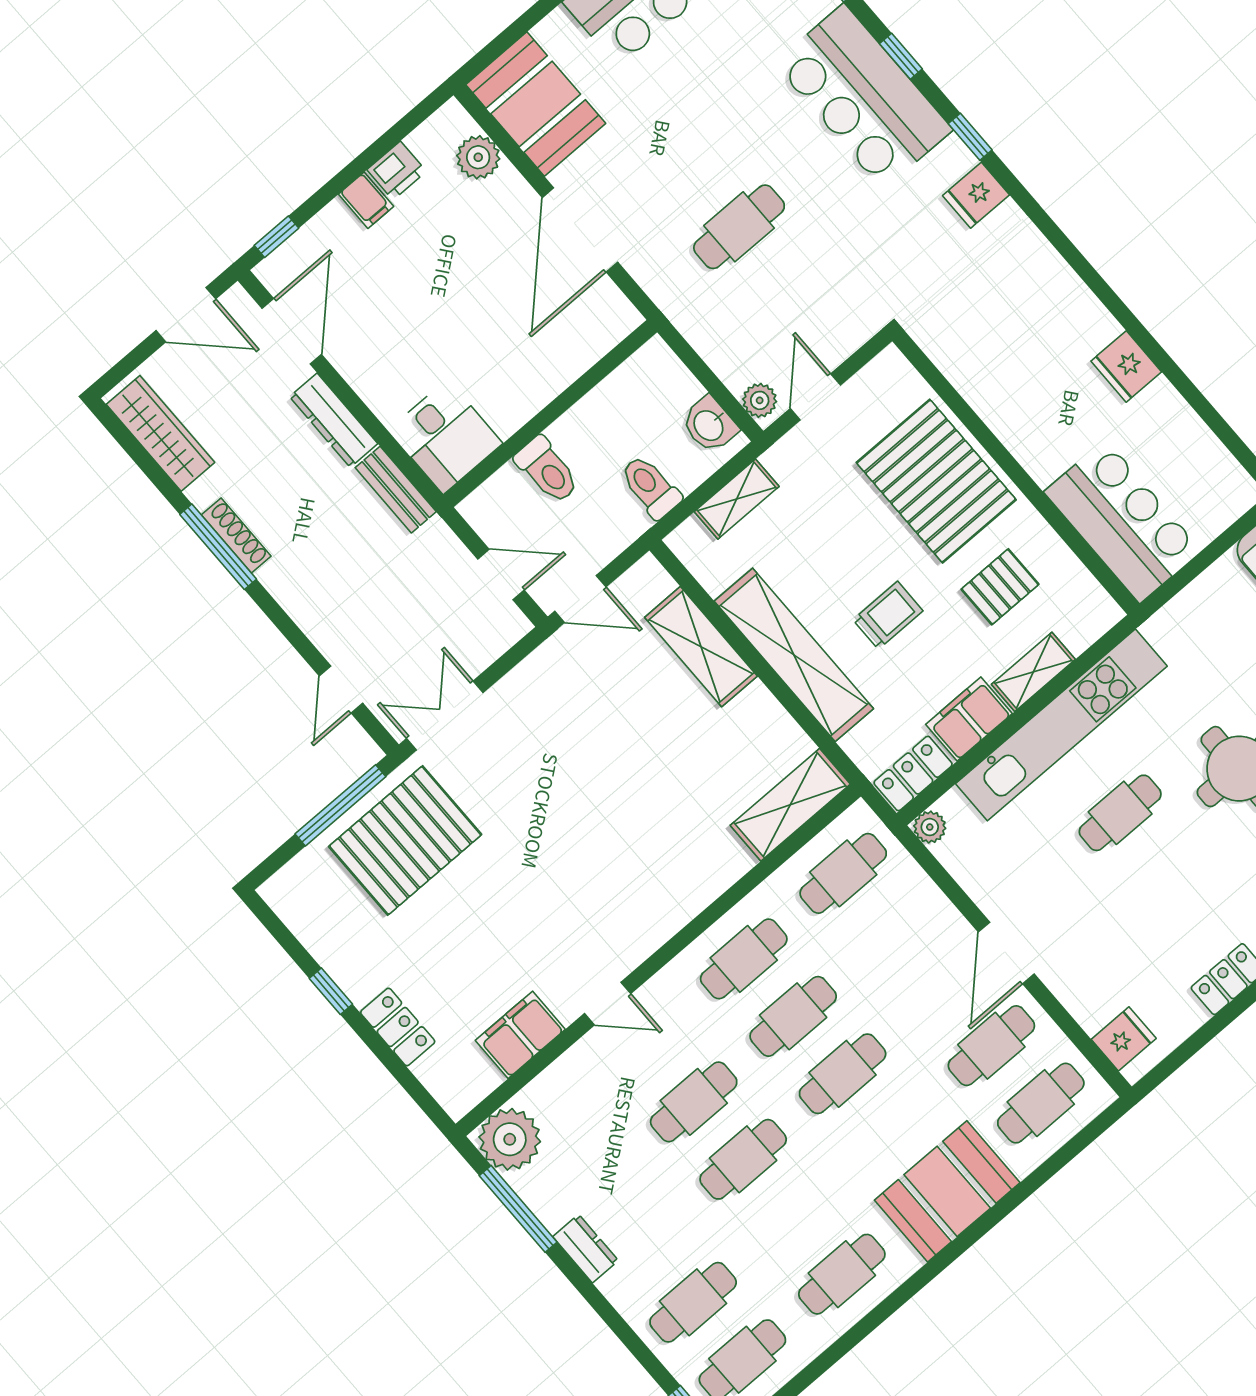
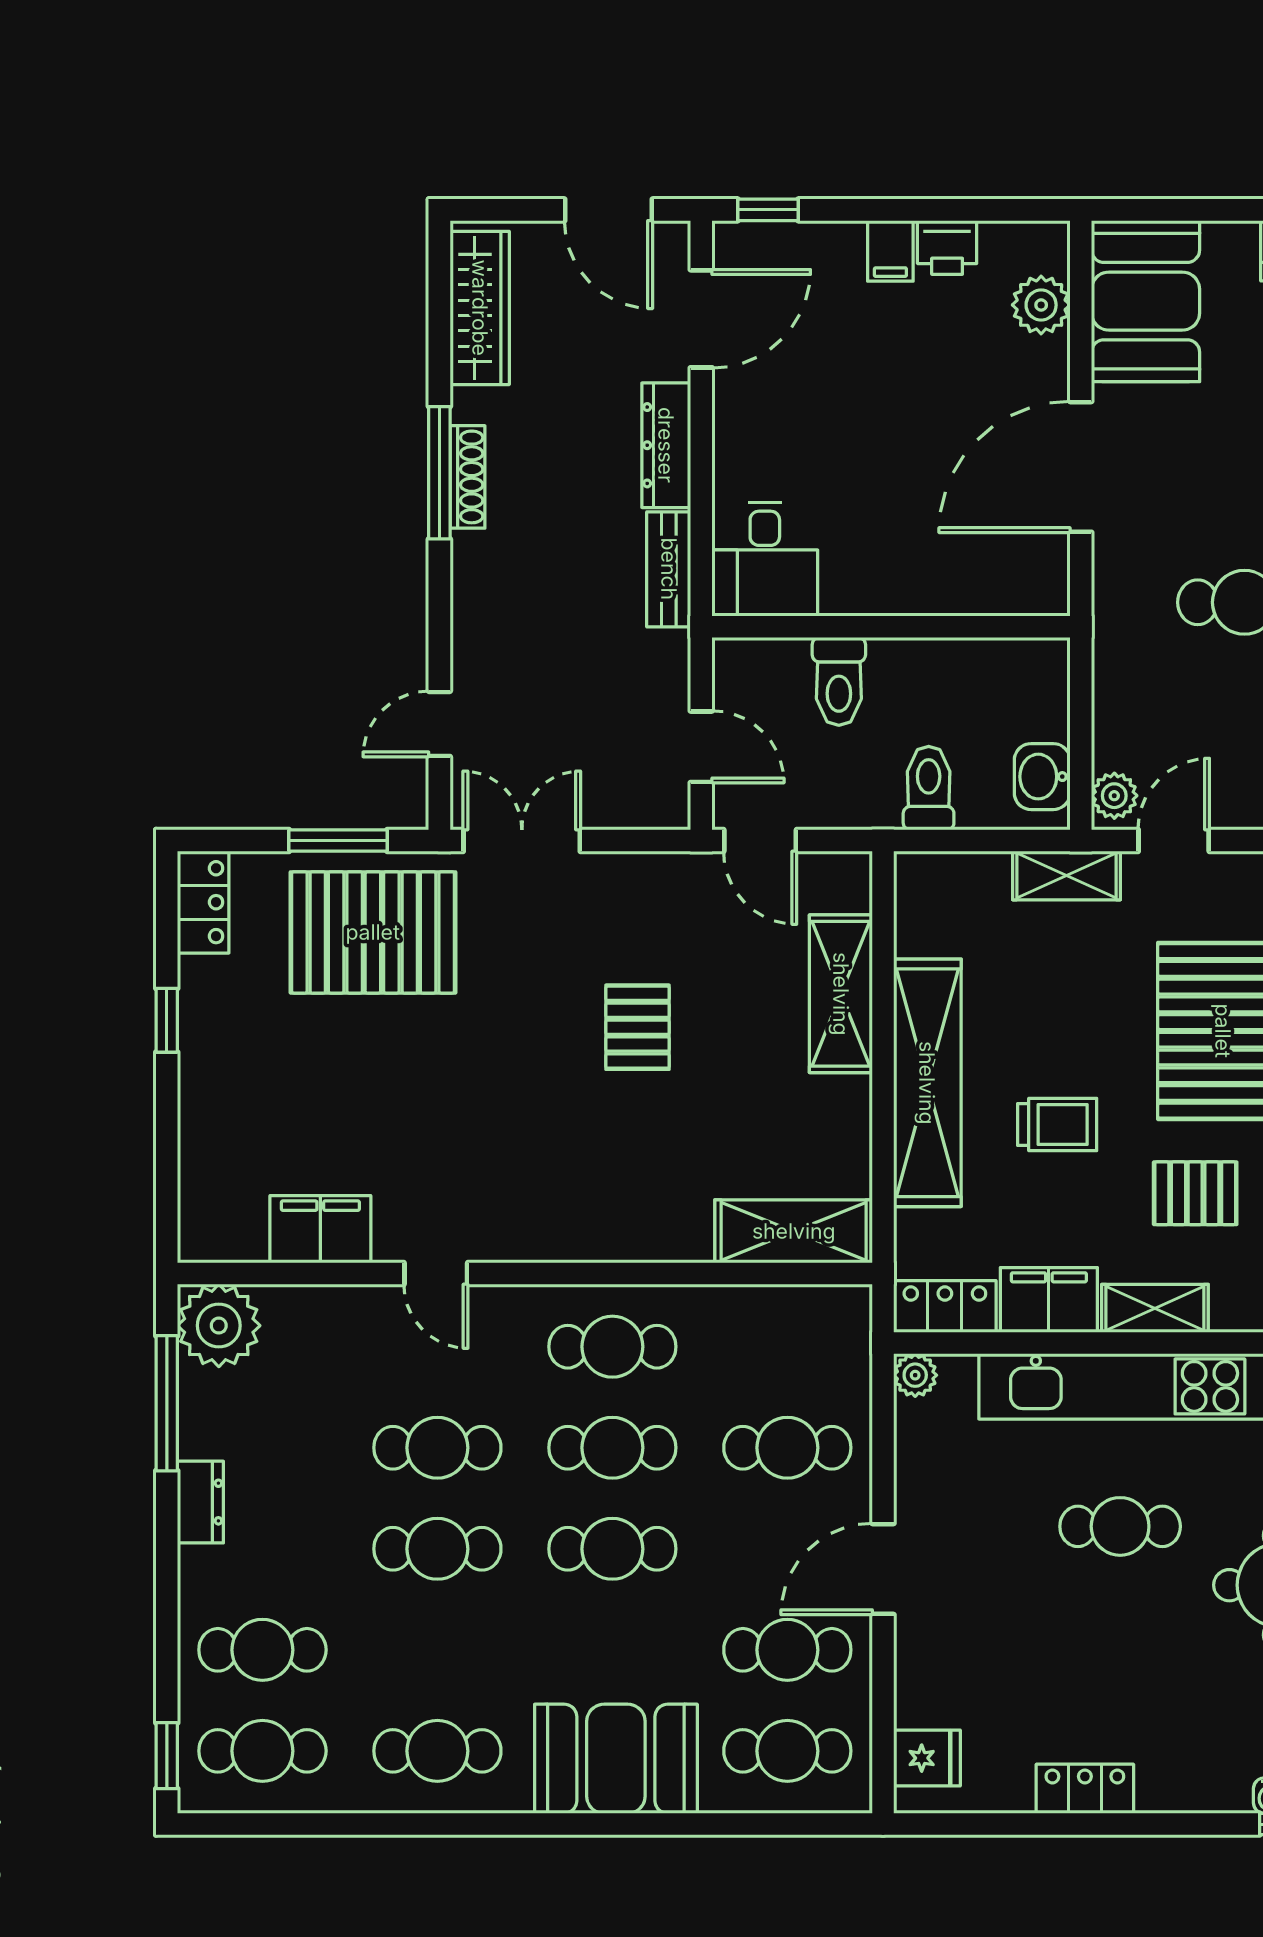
shelving: (737, 499) -> (1066, 876), moved
pallet: (602, 765) -> (637, 1027), added
window: (340, 805) -> (338, 841), width x0.69
cafe table: (843, 873) -> (787, 1448), moved
locker: (398, 1027) -> (203, 902), moved

